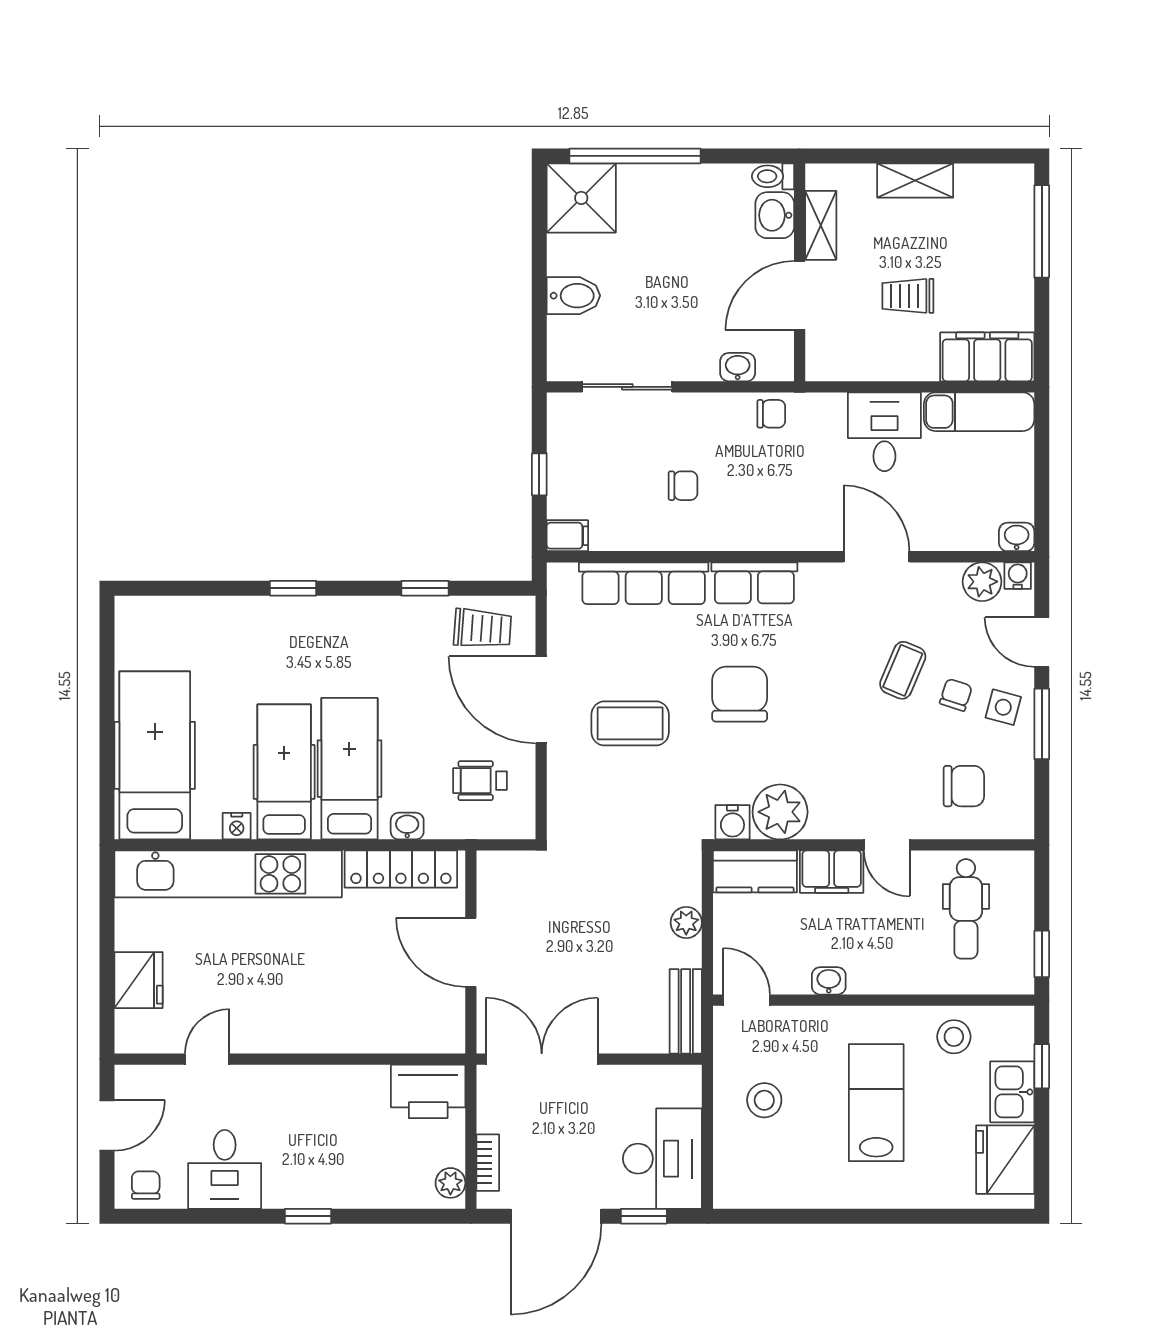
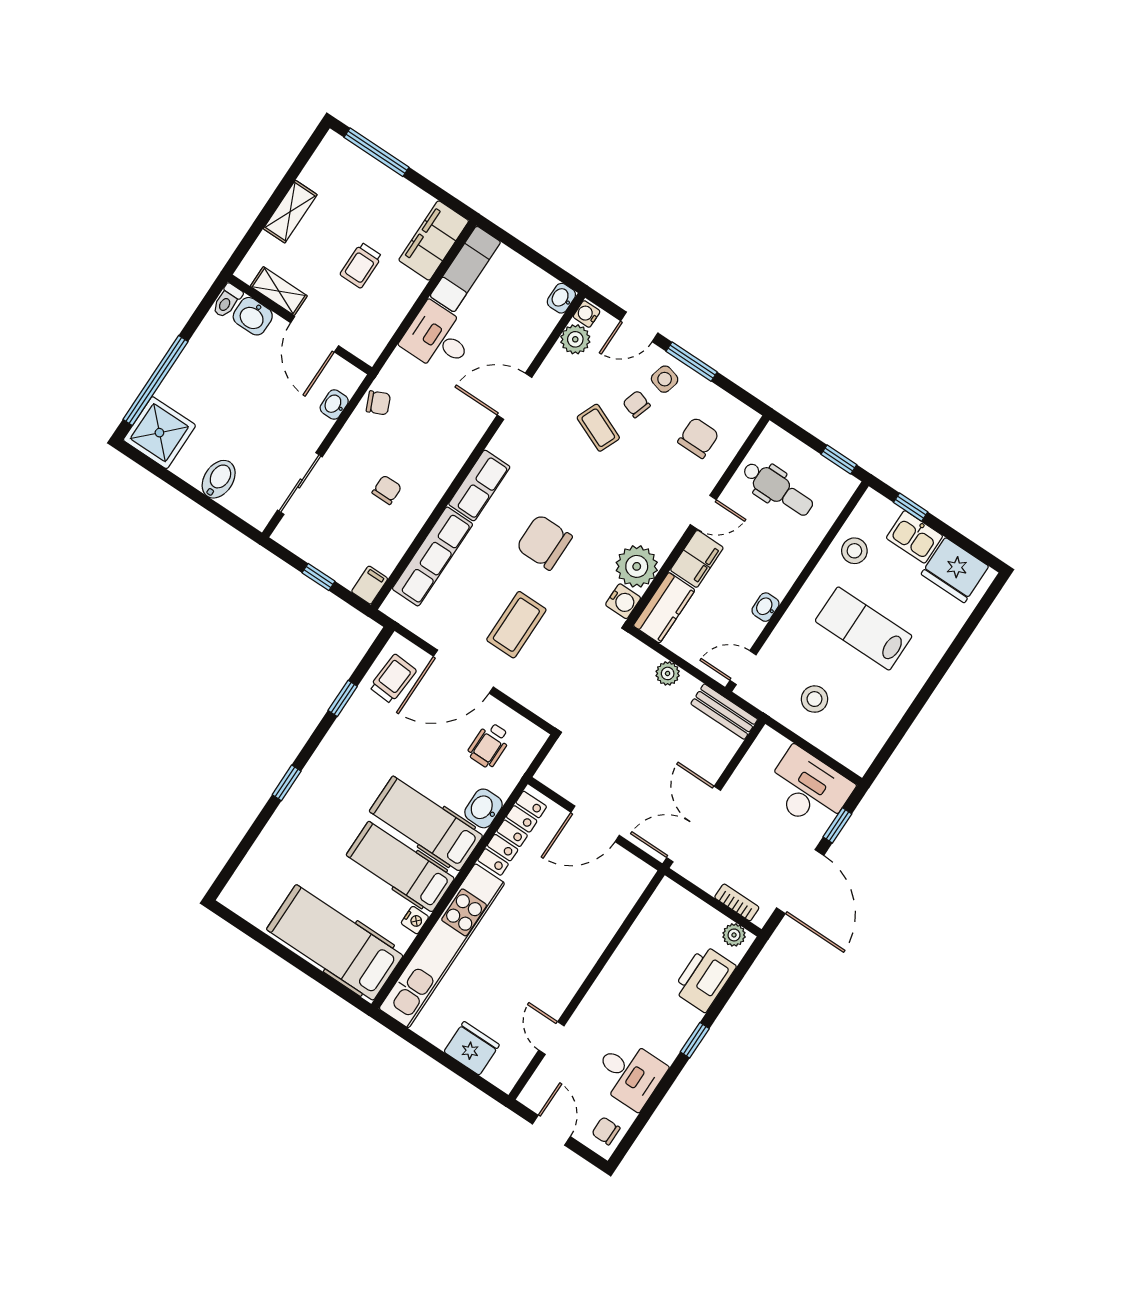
chair: (771, 414) -> (378, 403), turned 66
washbasin: (407, 826) -> (483, 808), width x1.38, depth x1.45
printer: (428, 1091) -> (704, 979), moved, turned 180

